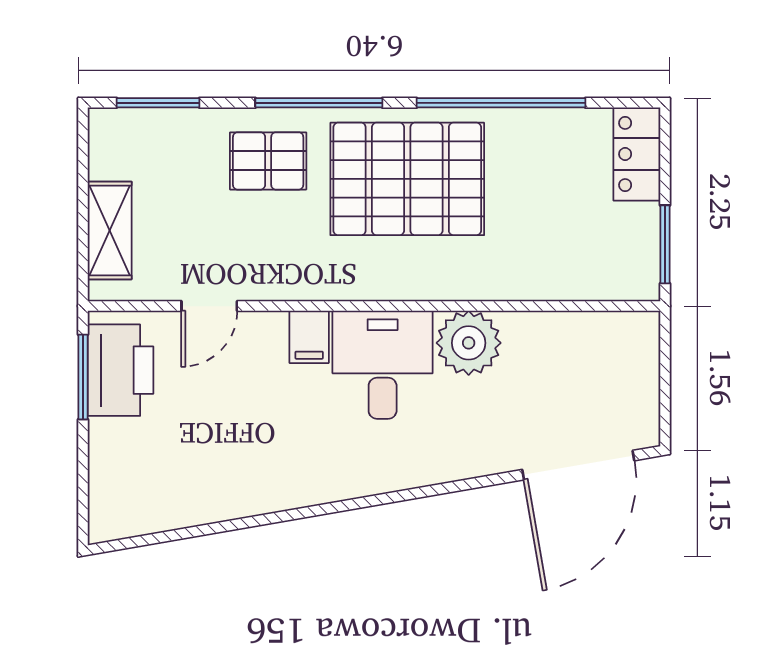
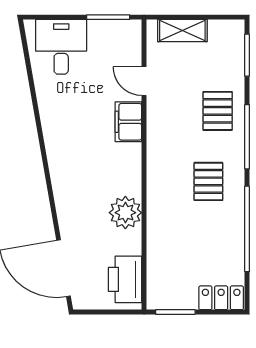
pallet: (407, 179) -> (208, 181), width x0.49, depth x0.50
filing cabinet: (309, 337) -> (128, 122), width x2.00
desk: (383, 365) -> (61, 47), moved, turned -90
printer: (120, 370) -> (125, 279), moved, turned 90

